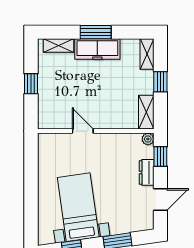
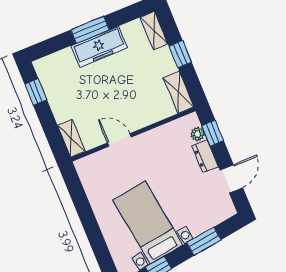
shelving: (58, 45) -> (71, 138), moved, turned 90
window: (31, 84) -> (36, 92), moved
plant: (148, 139) -> (197, 134), moved

